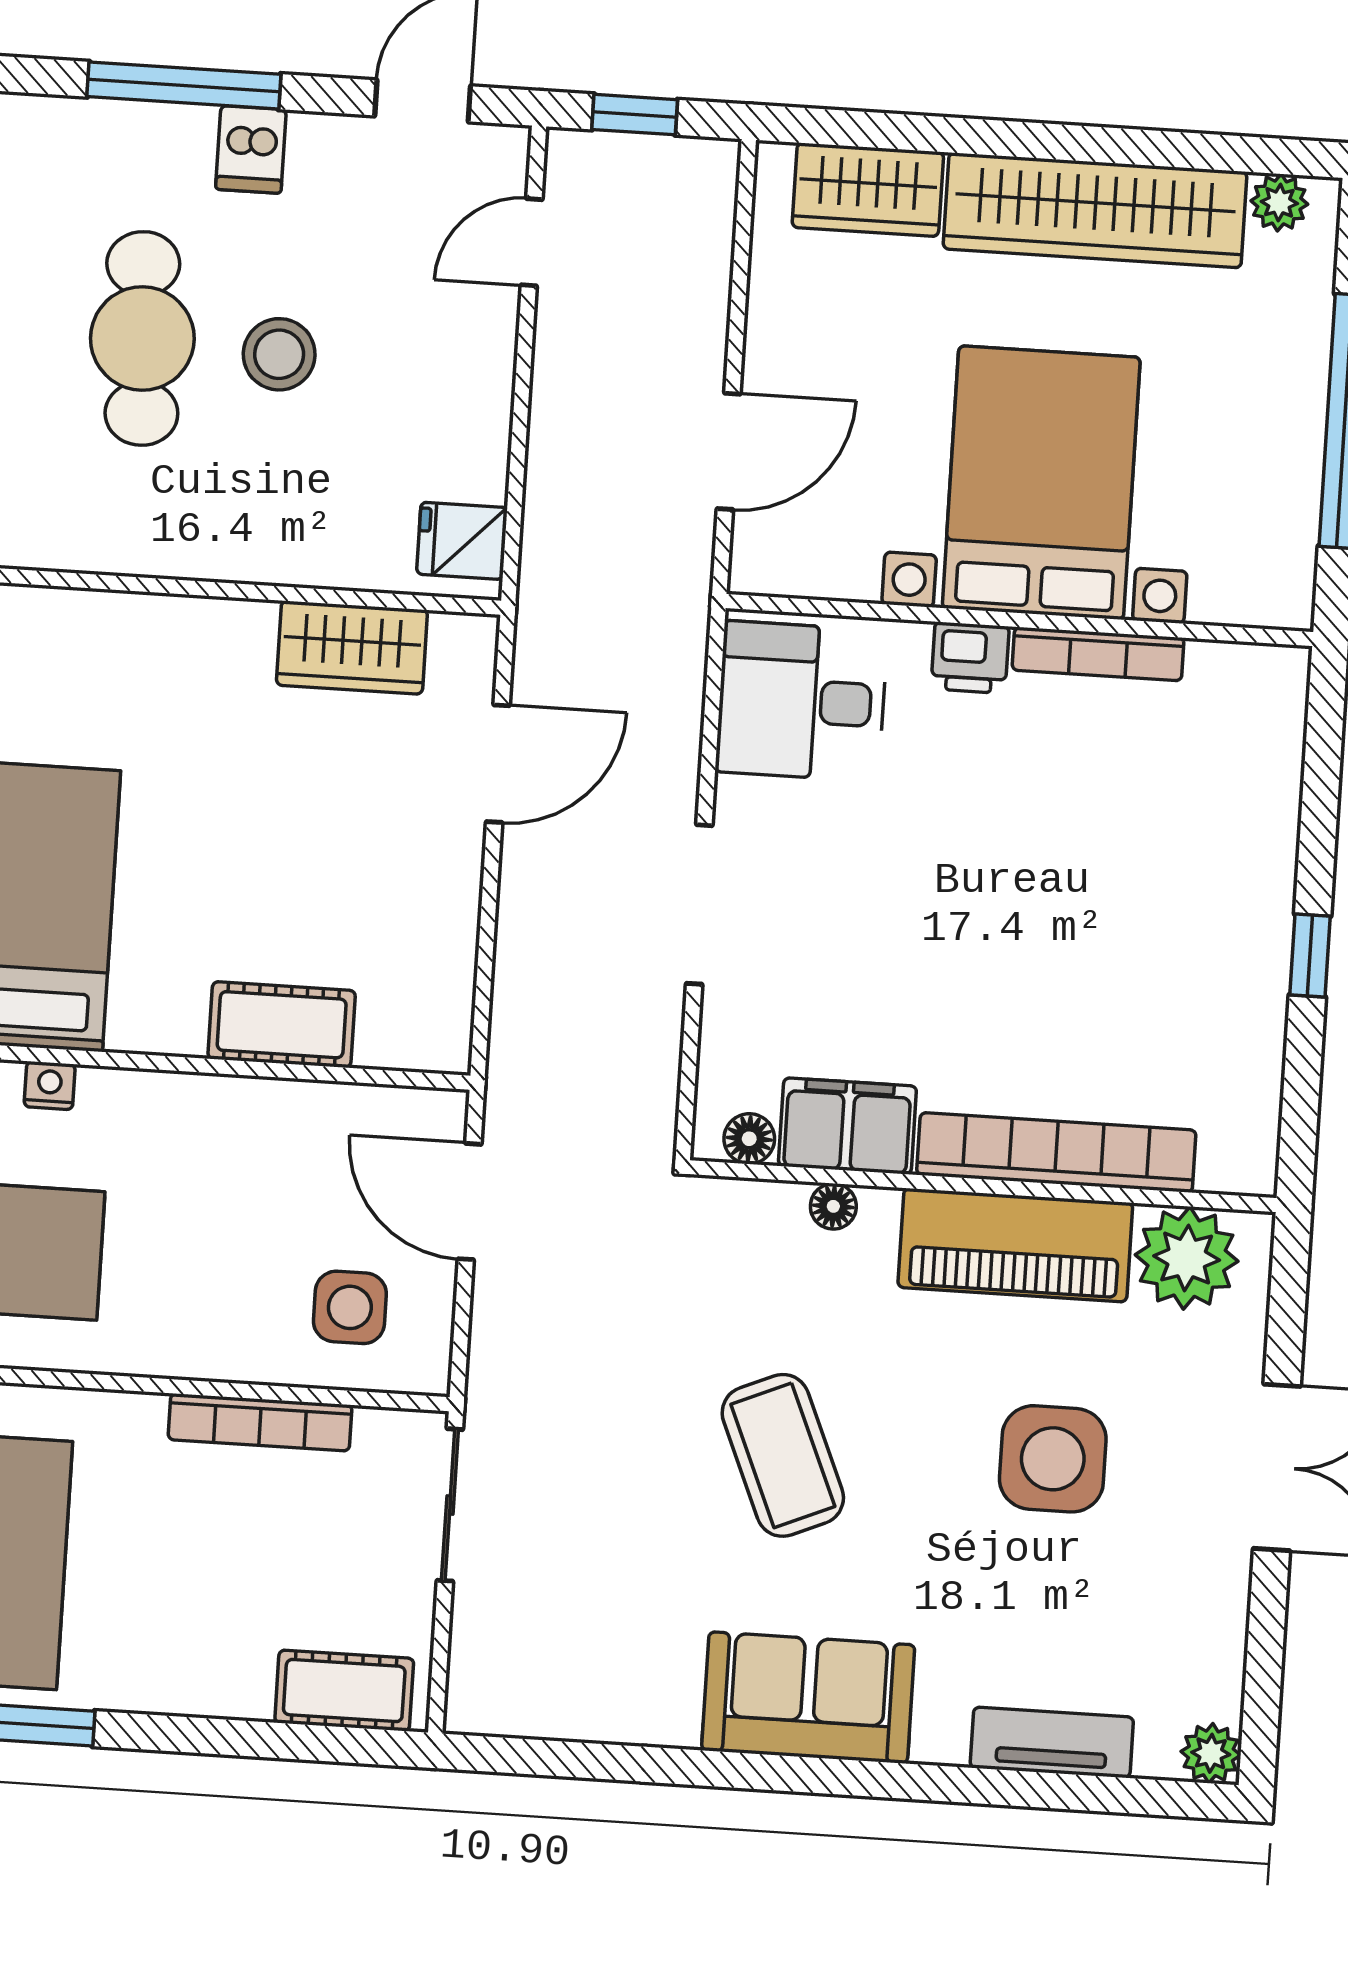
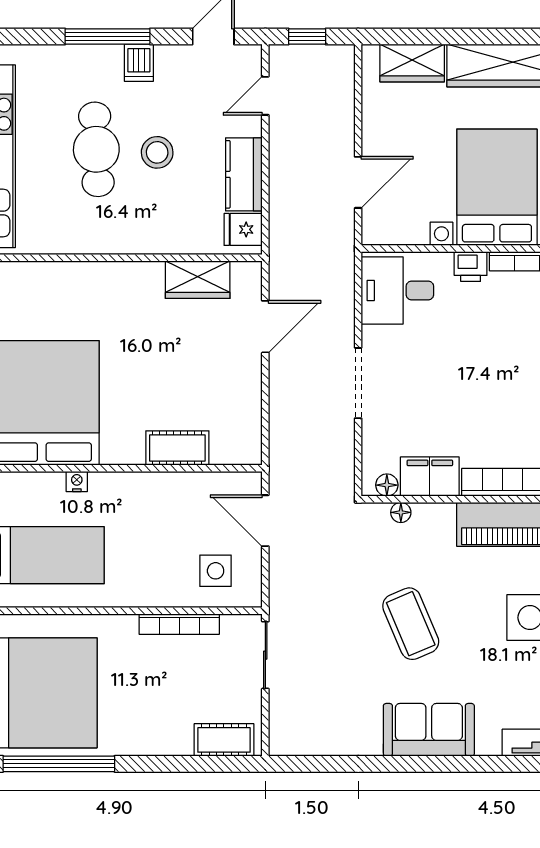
kitchen counter: (472, 417) -> (244, 174), added
floor lamp: (833, 1206) -> (401, 512), moved

